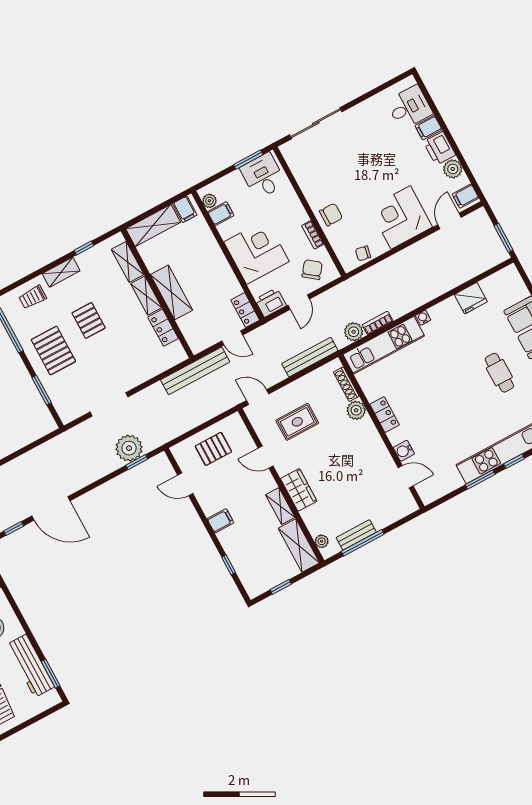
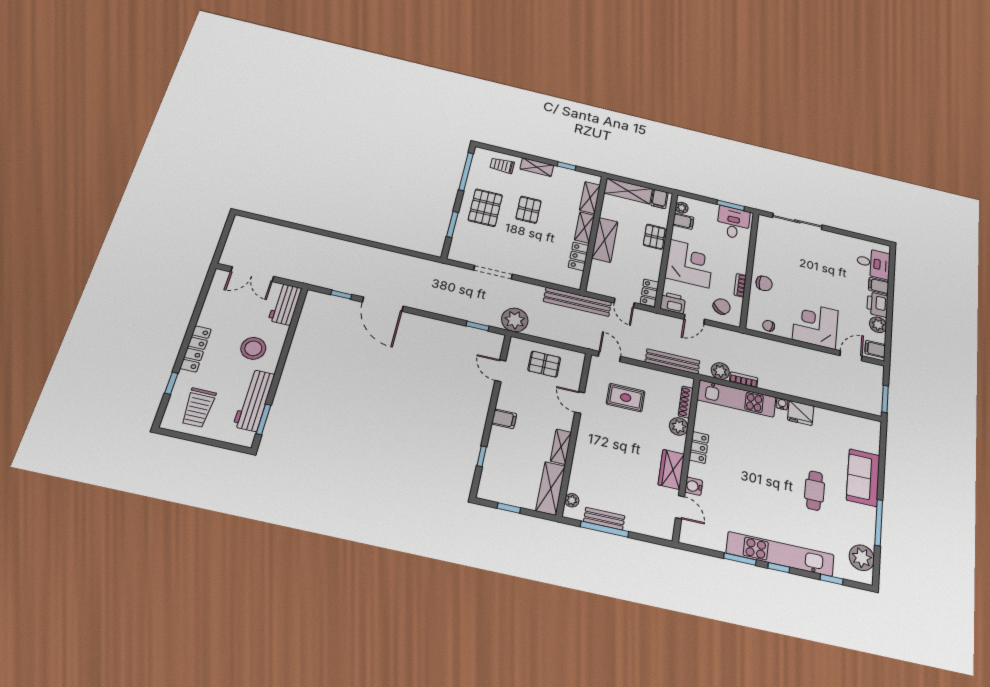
pallet: (209, 252) -> (654, 237), added
fridge: (471, 298) -> (801, 413), moved
plant: (129, 448) -> (515, 320), moved
wardrobe: (299, 490) -> (671, 469), moved, turned 180

